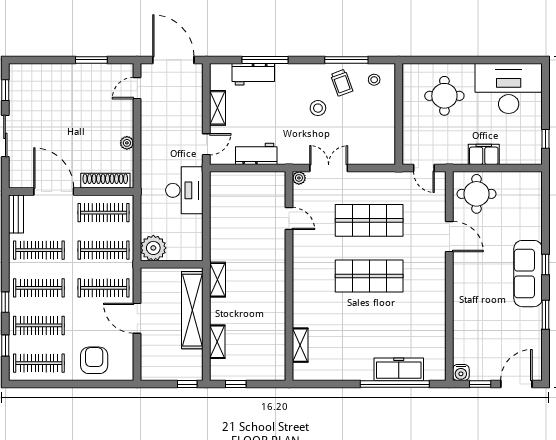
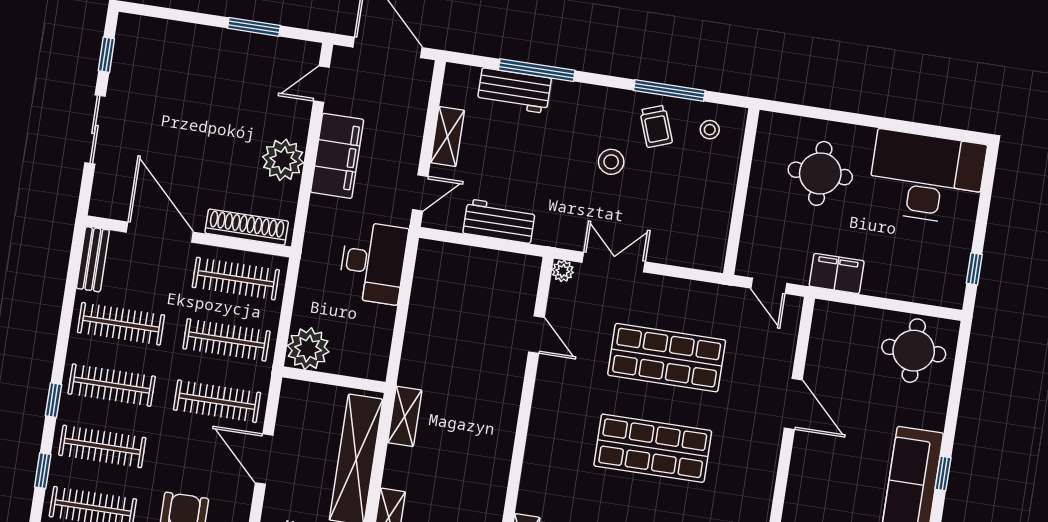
filing cabinet: (153, 130) -> (337, 156), added
plant: (127, 143) -> (283, 160), width x1.88, depth x1.88
filing cabinet: (484, 154) -> (837, 274), moved
round table: (477, 194) -> (914, 351), moved

